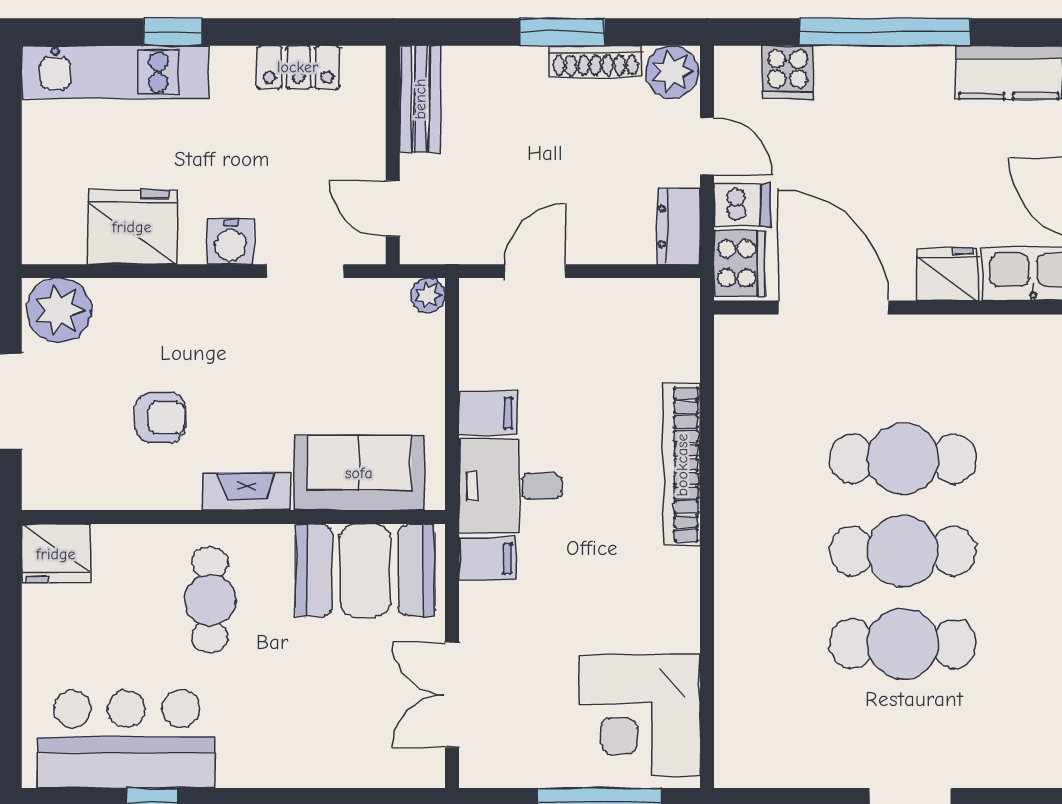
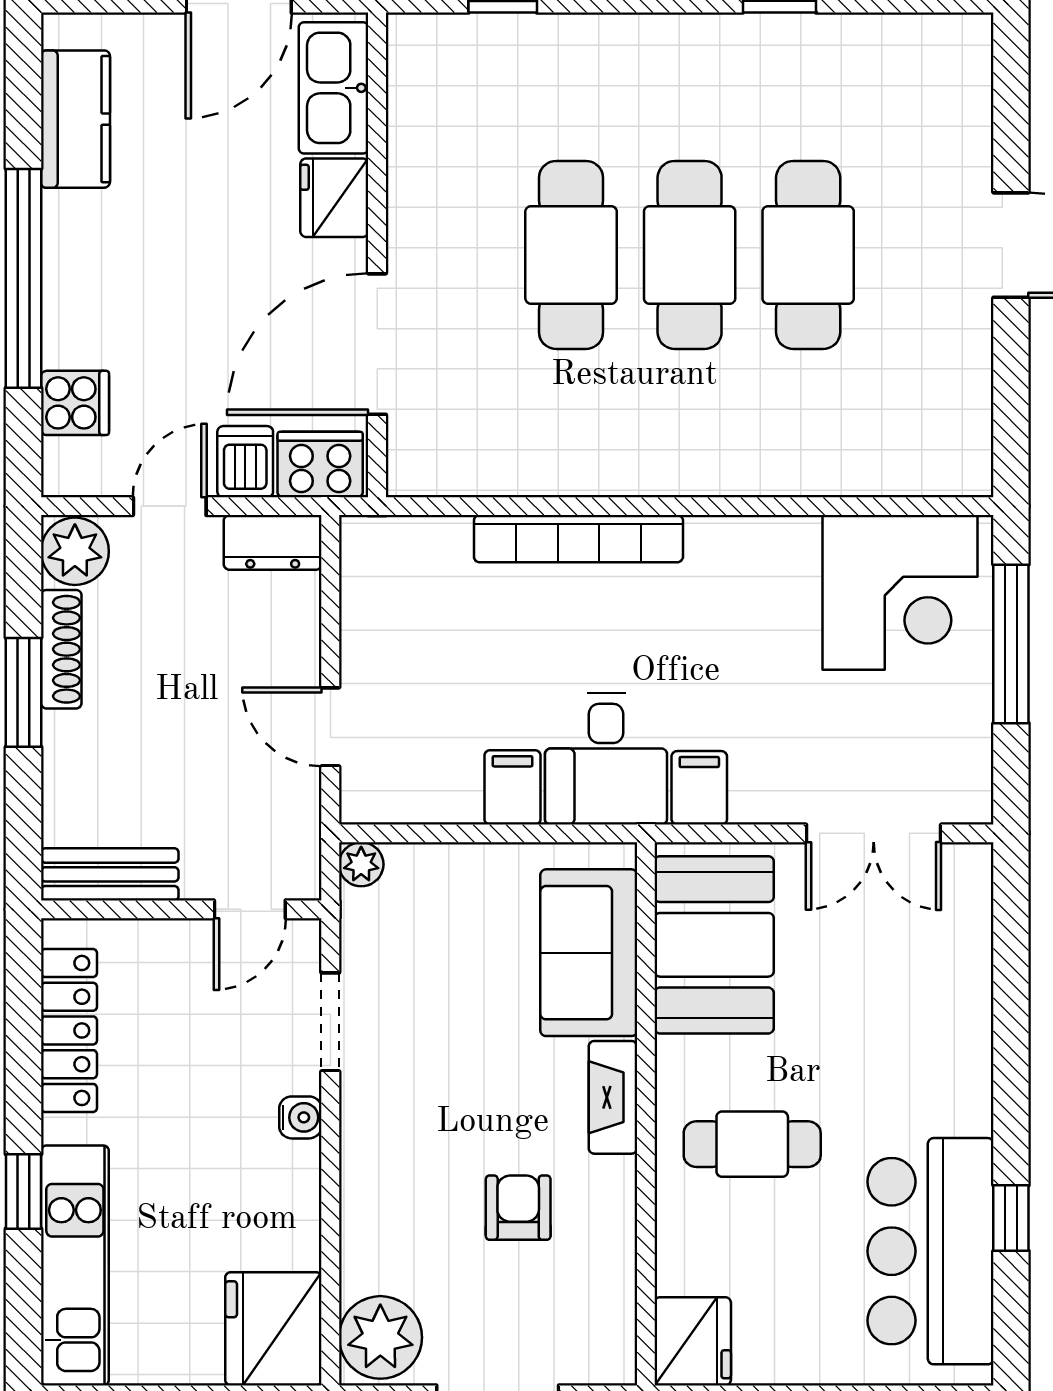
locker: (298, 67) -> (69, 1030), width x1.53
fridge: (132, 227) -> (273, 1329), moved
water cooler: (231, 242) -> (300, 1117), width x0.72, depth x0.72

